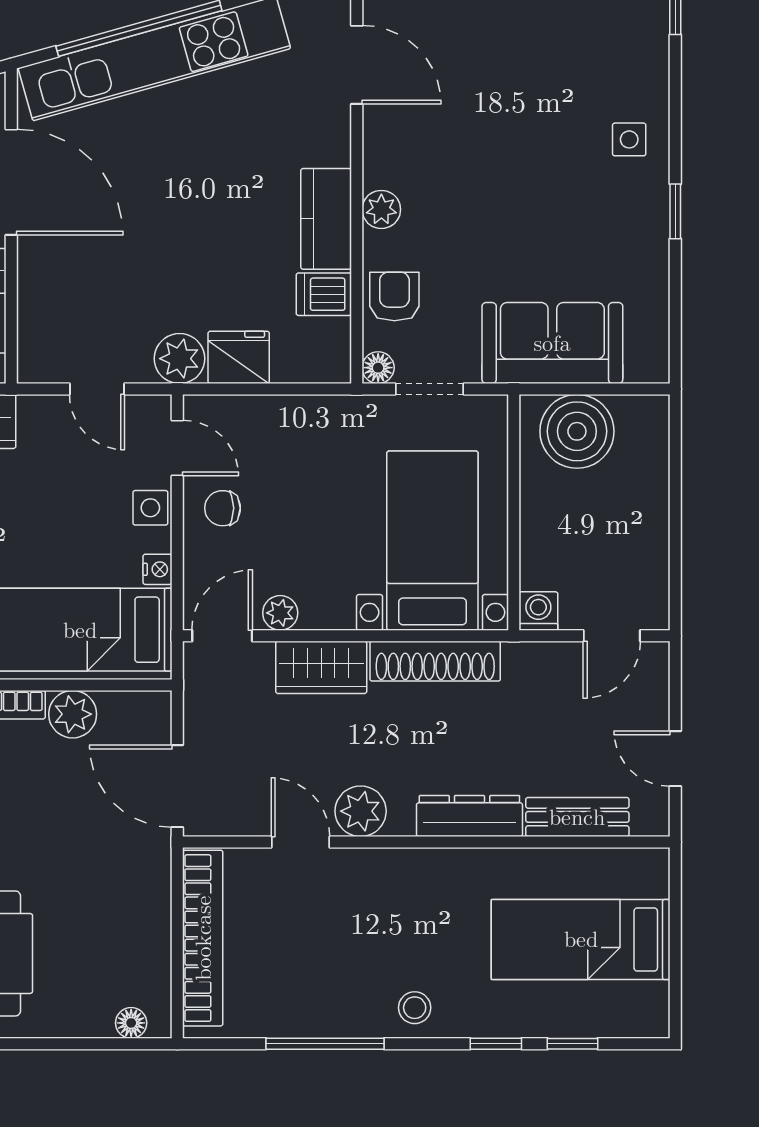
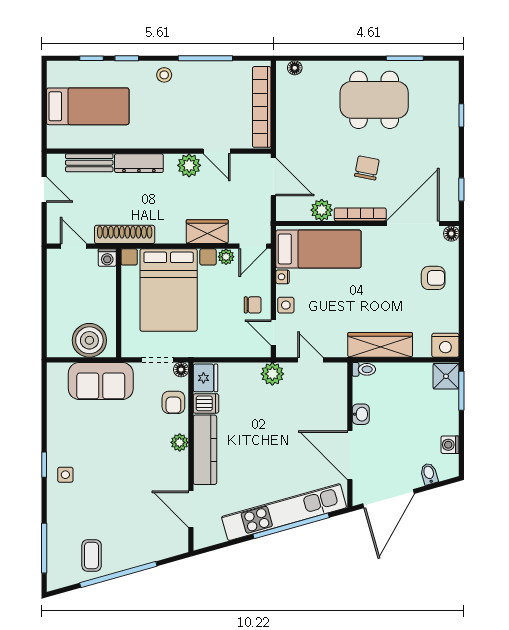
window: (675, 211) -> (44, 465), moved
kitchen counter: (326, 219) -> (205, 450), width x1.50
fridge: (239, 357) -> (205, 378), moved, turned -90
bed with nightstands: (432, 541) -> (169, 290), width x1.36
door: (612, 636) -> (73, 246), hinge flipped
shoe rack: (435, 661) -> (125, 234), moved

